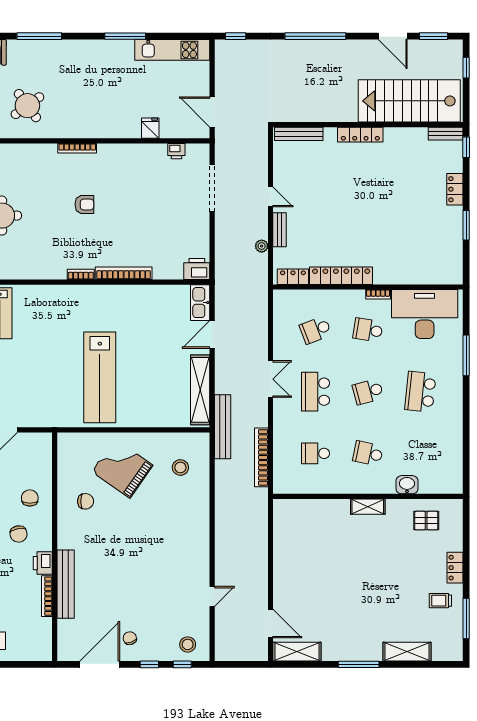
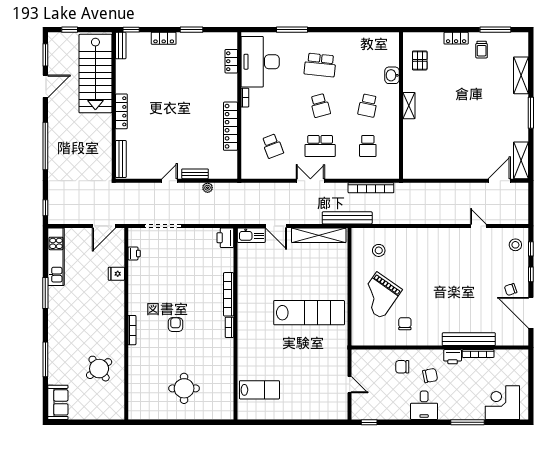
locker: (293, 277) -> (231, 61), moved
school desk: (368, 330) -> (272, 105), removed

